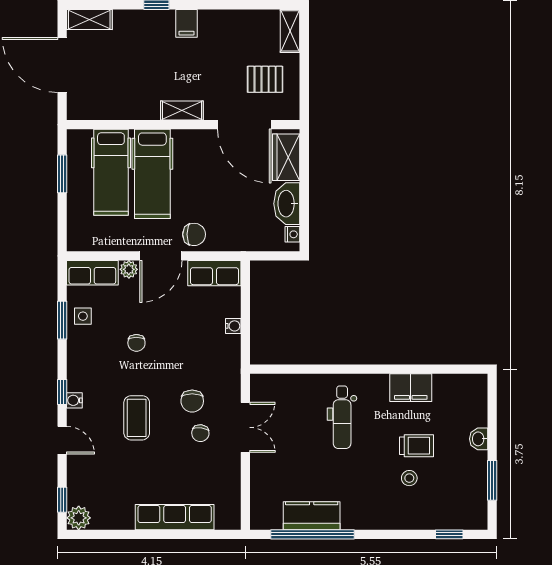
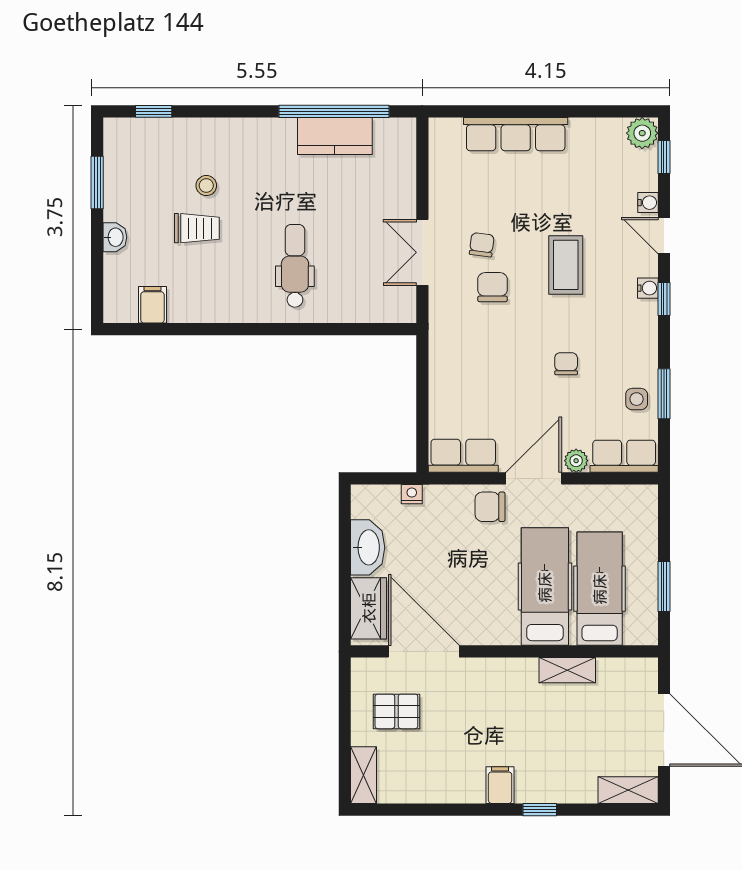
shelving: (182, 111) -> (567, 670), moved
nightstand: (292, 234) -> (412, 494), moved, turned 90
water cooler: (233, 326) -> (648, 203), moved, turned 180
filing cabinet: (411, 388) -> (152, 305), moved, width x0.50
trolley: (416, 446) -> (197, 228), turned 180

